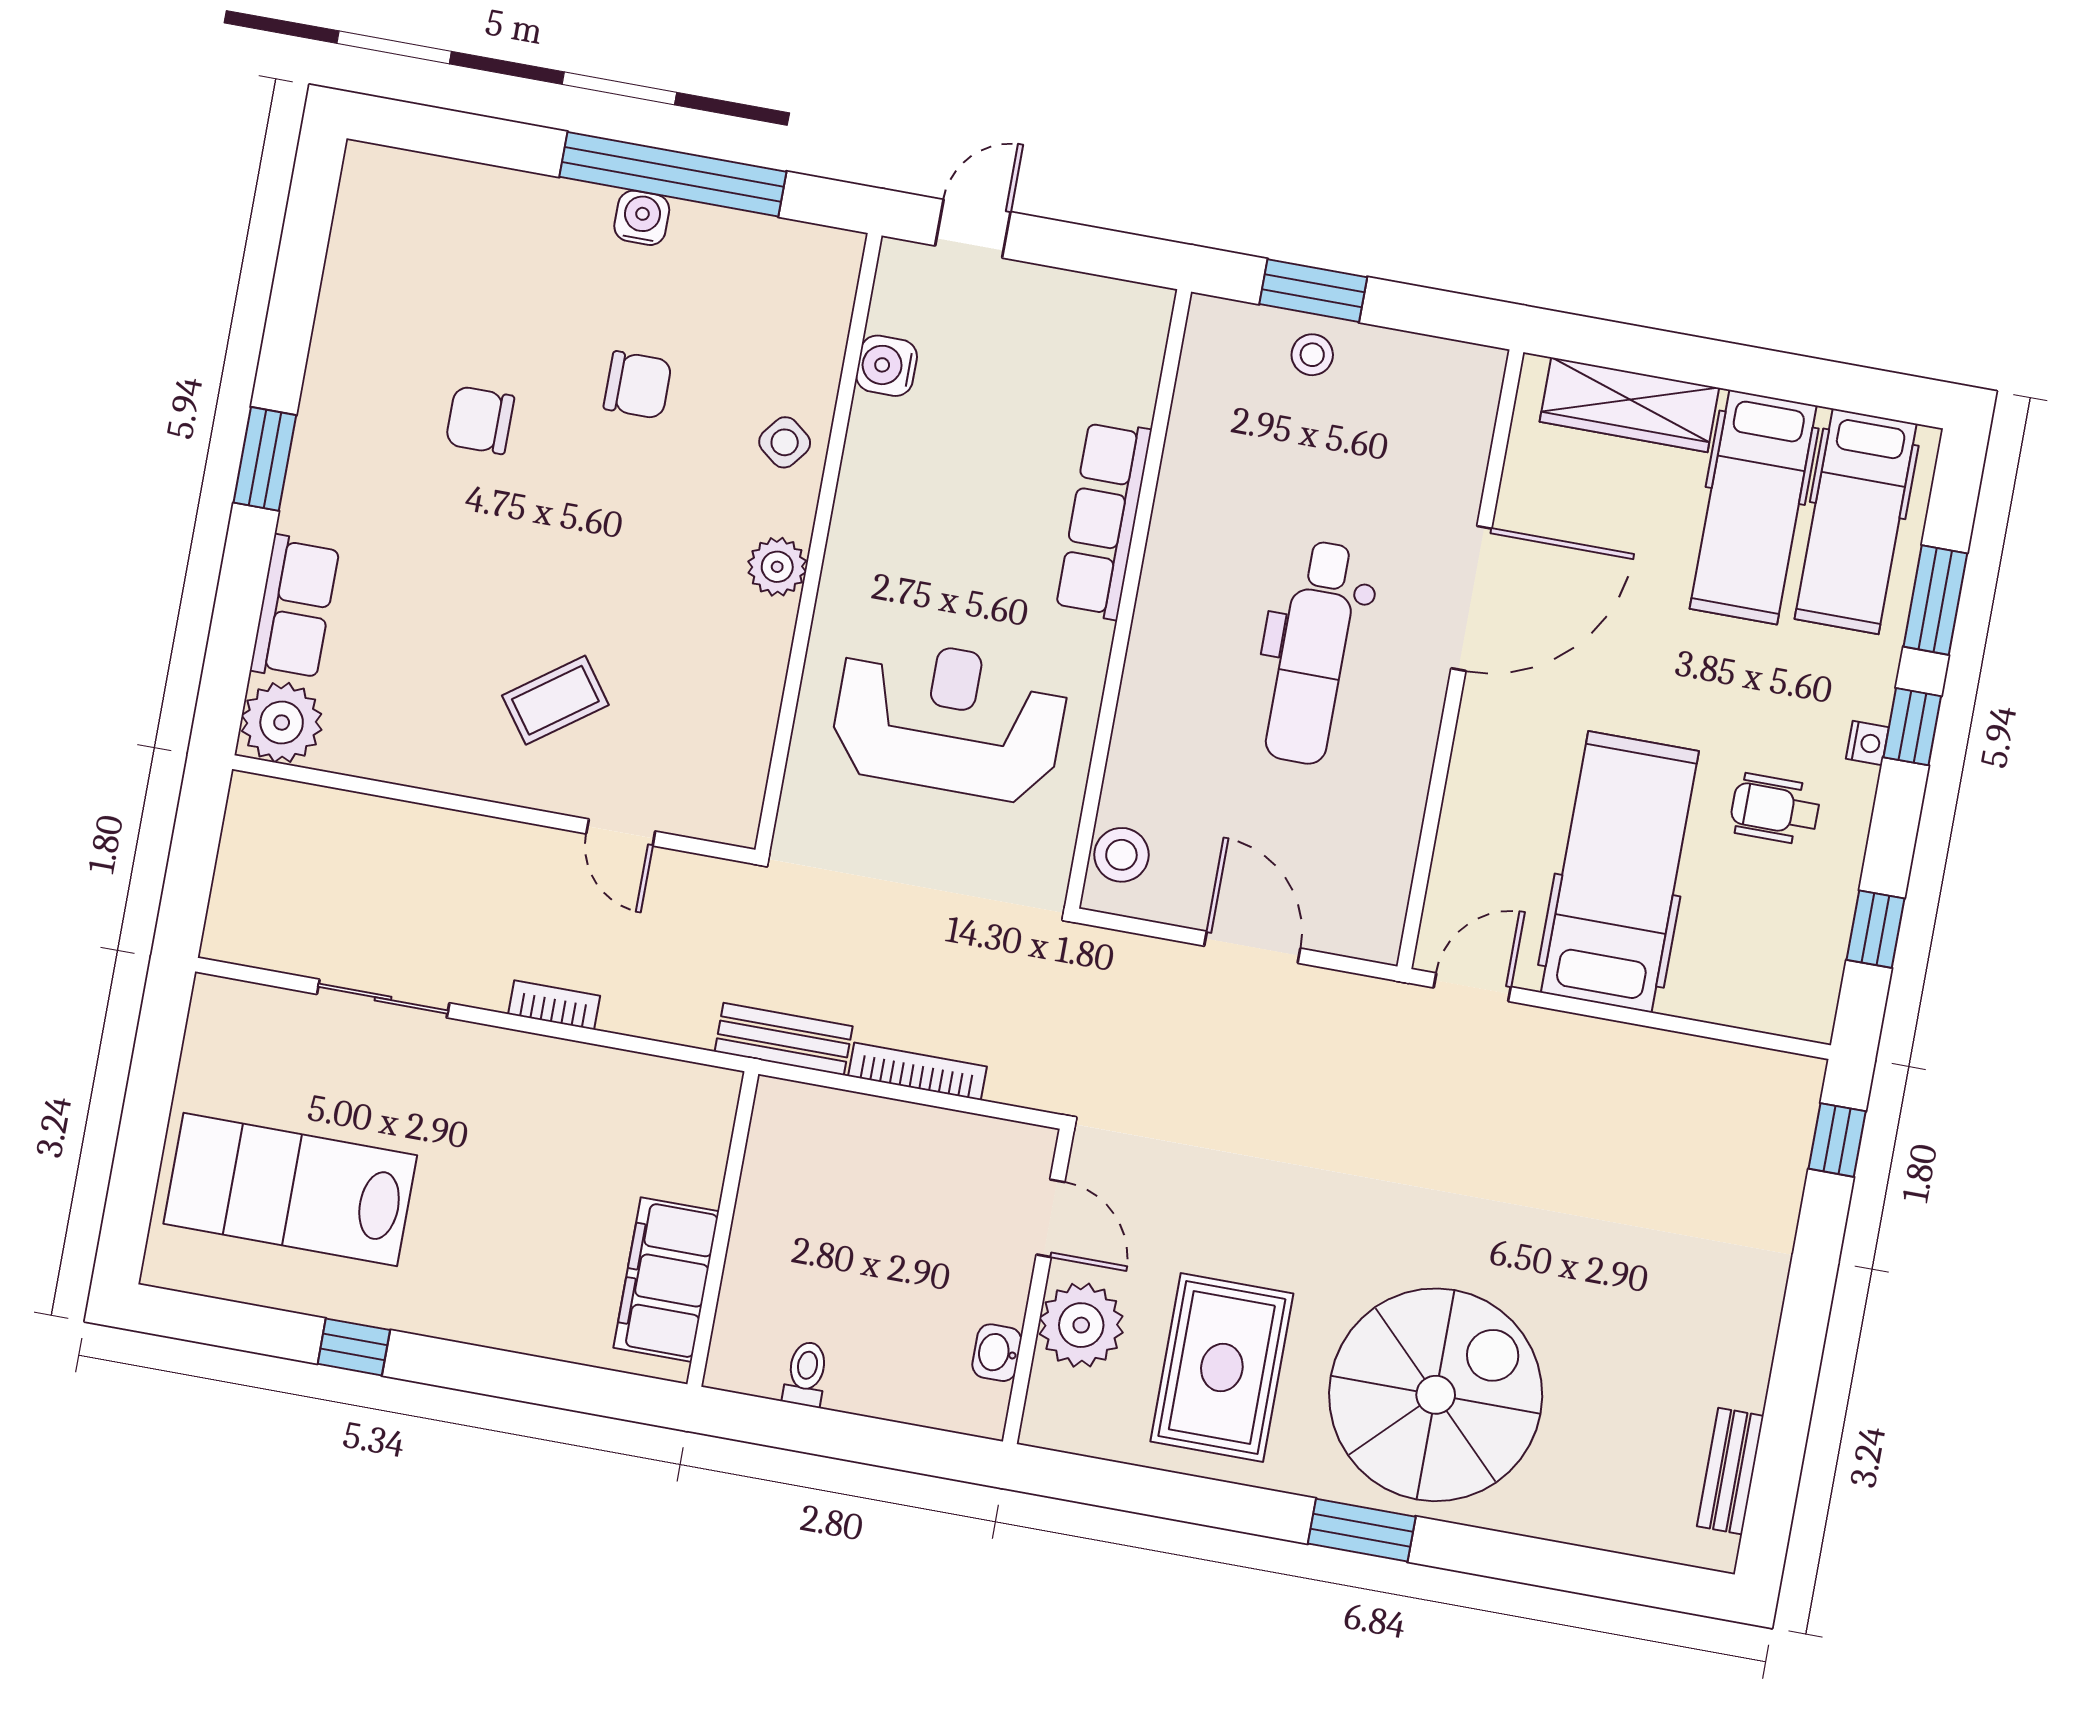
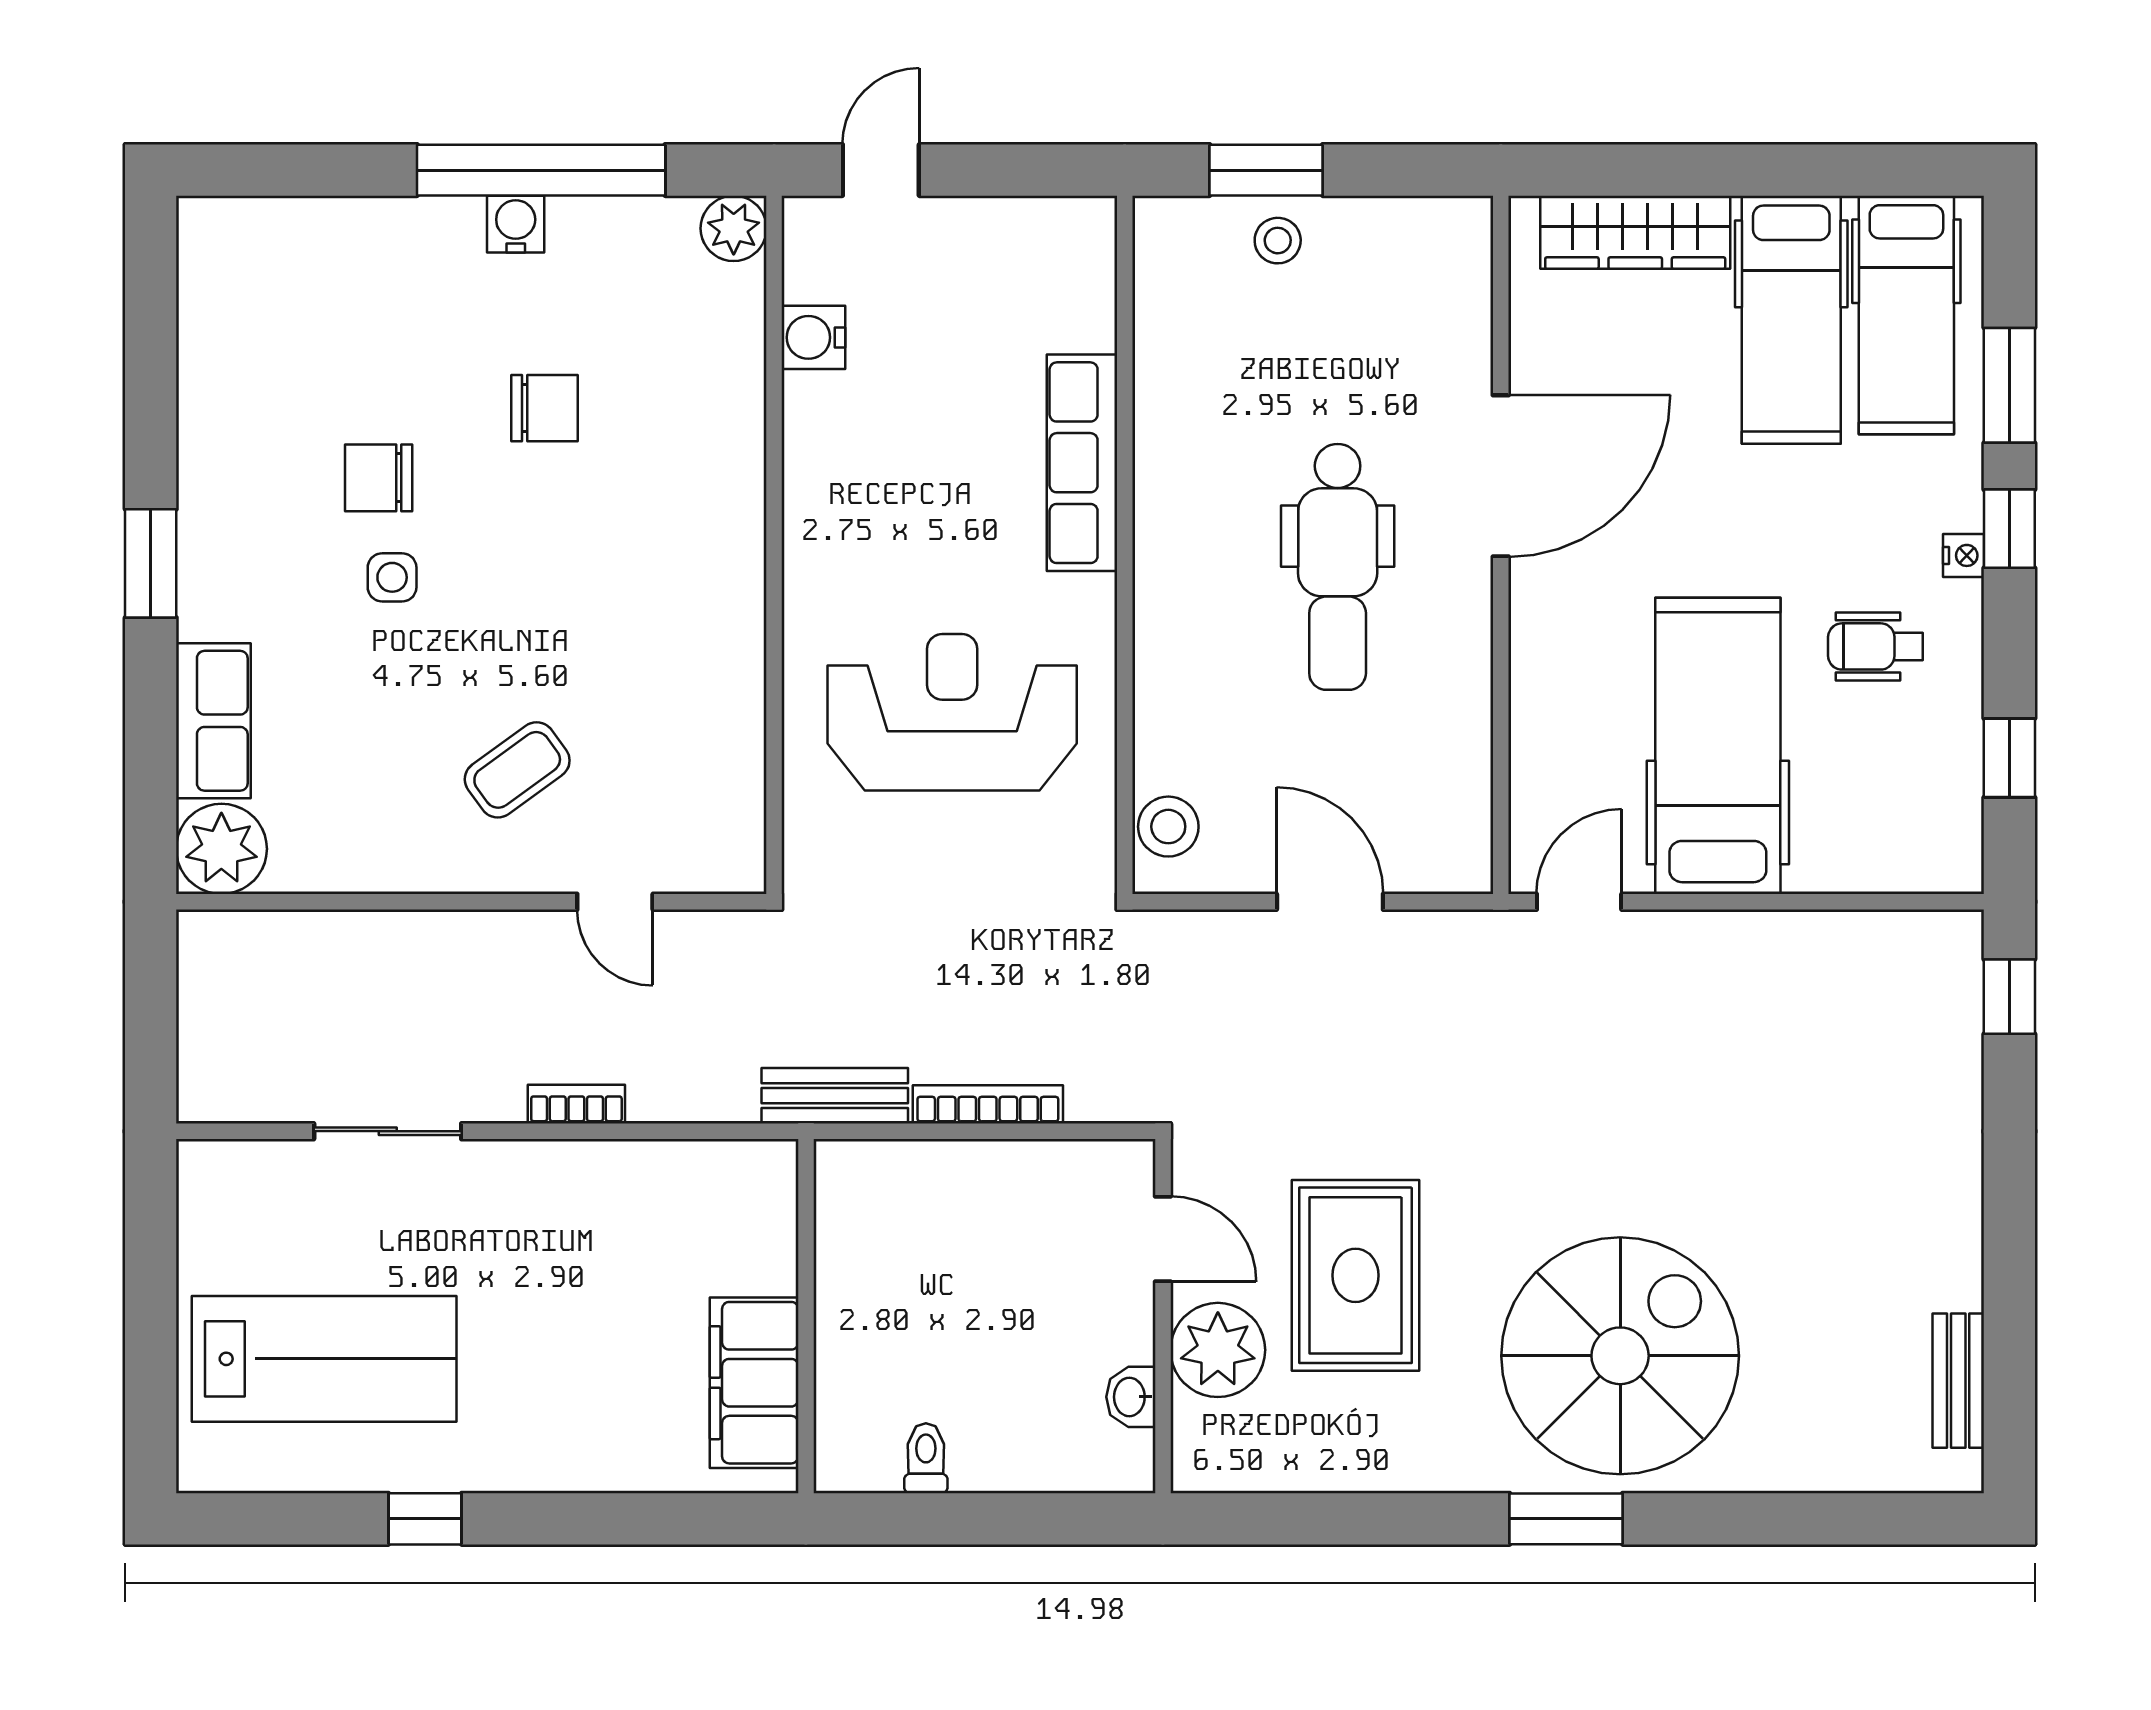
side table: (785, 442) -> (392, 577), moved, turned -38
plant: (777, 567) -> (734, 228), moved
lab bench: (290, 1189) -> (324, 1359), turned 180
rug: (1222, 1368) -> (1356, 1275), moved

